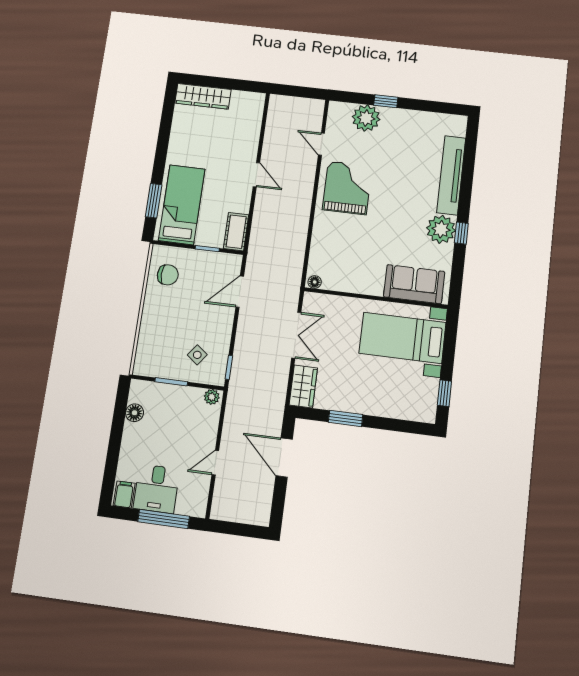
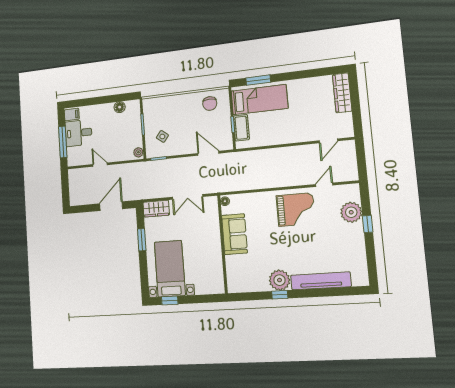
door: (256, 175) -> (328, 141), moved
cot: (236, 232) -> (241, 128), moved, turned 90
sofa: (414, 284) -> (234, 234), moved
bed with nightstands: (402, 338) -> (170, 269), moved

